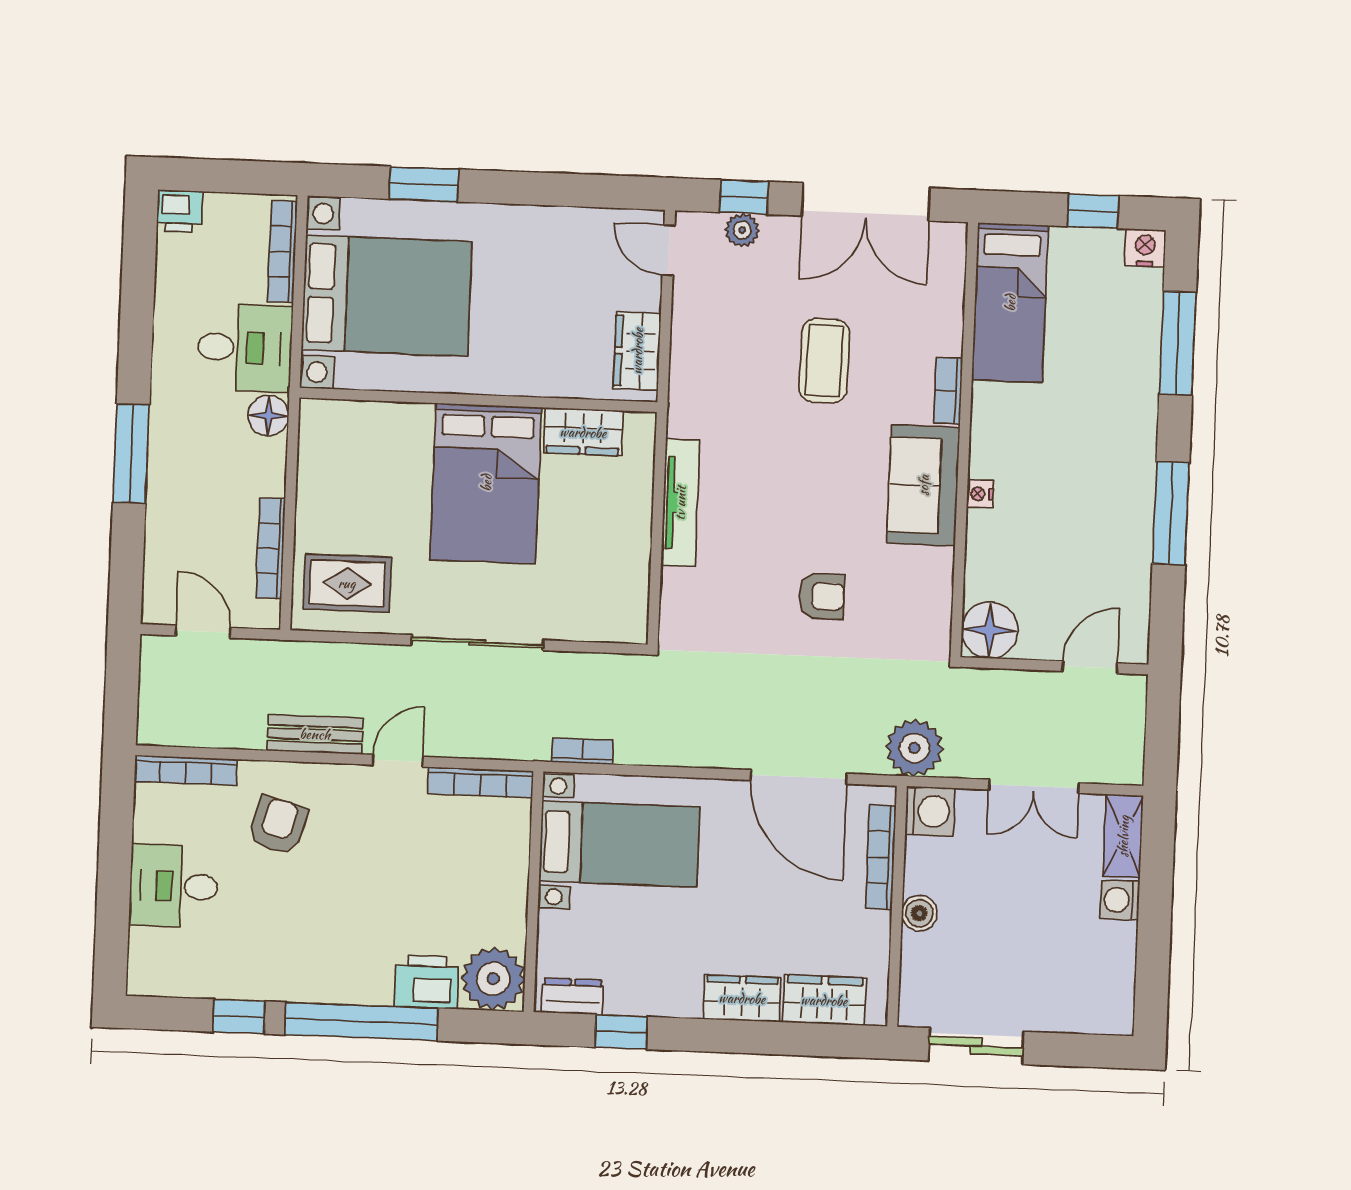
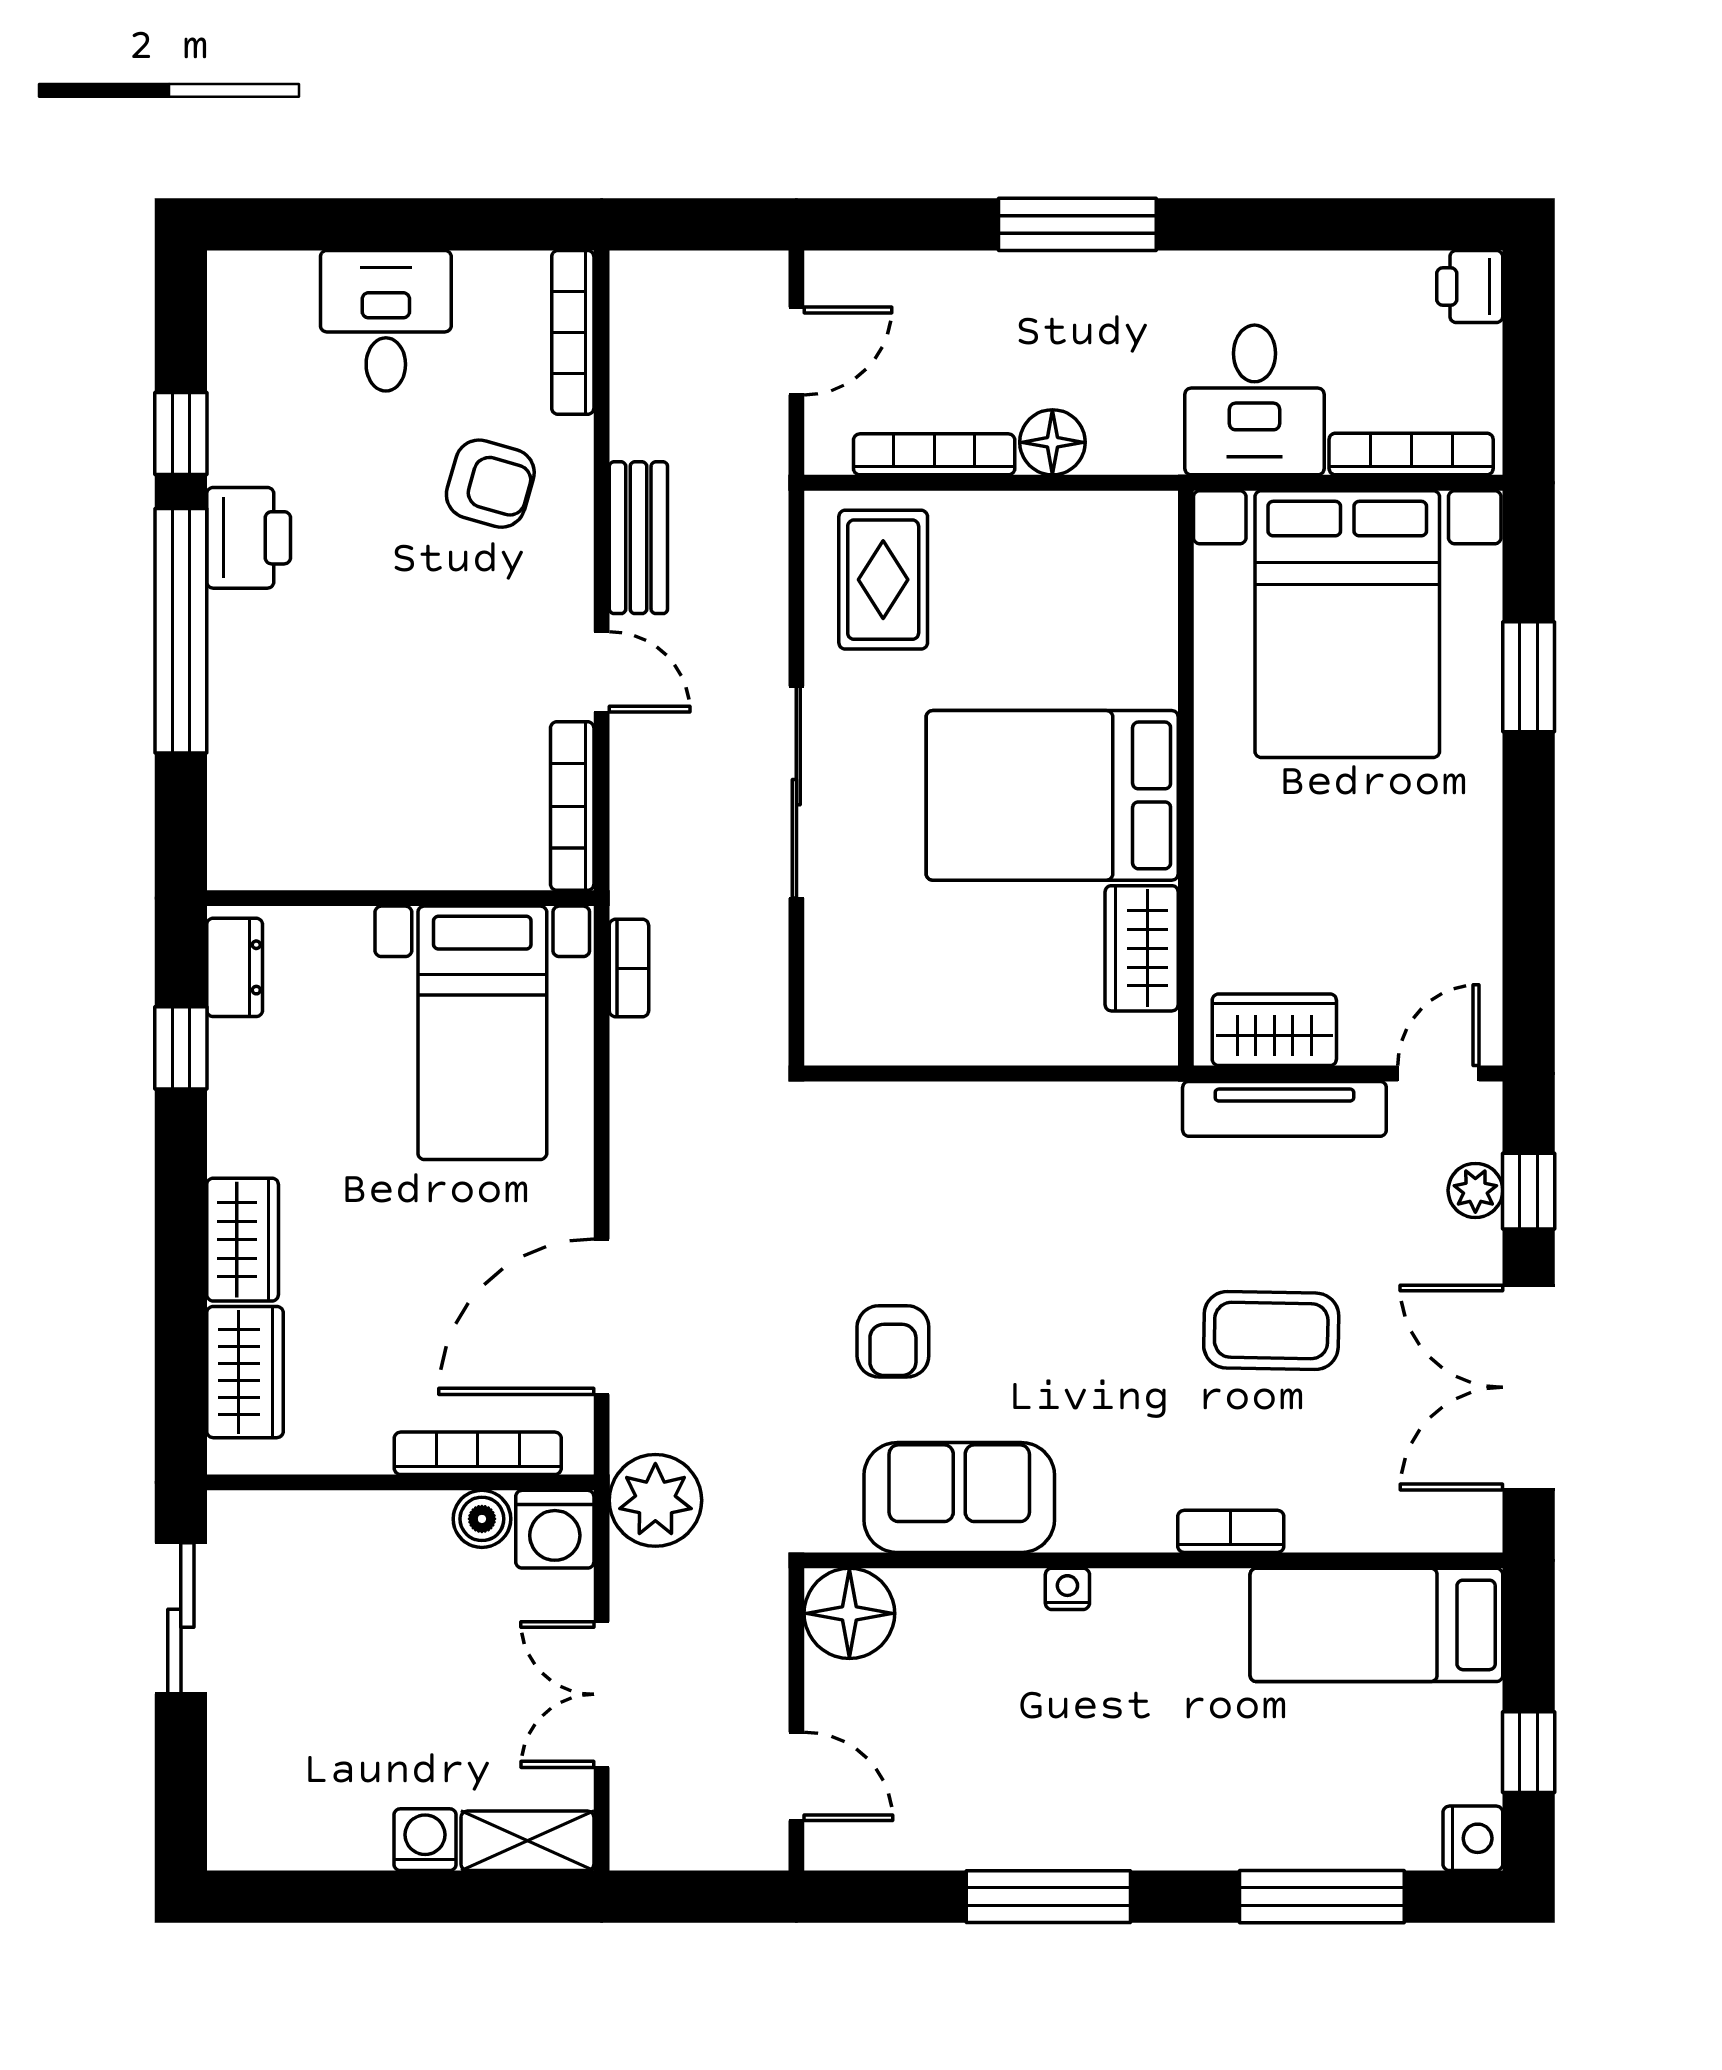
floor lamp: (268, 416) -> (1052, 442), moved
sofa: (923, 485) -> (959, 1498), moved
tv unit: (680, 503) -> (1284, 1109), moved
boiler: (919, 913) -> (482, 1519), moved
plant: (493, 979) -> (258, 839), removed
printer: (427, 982) -> (249, 538), moved

